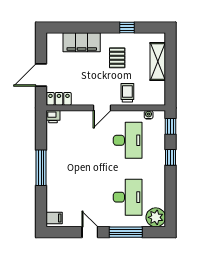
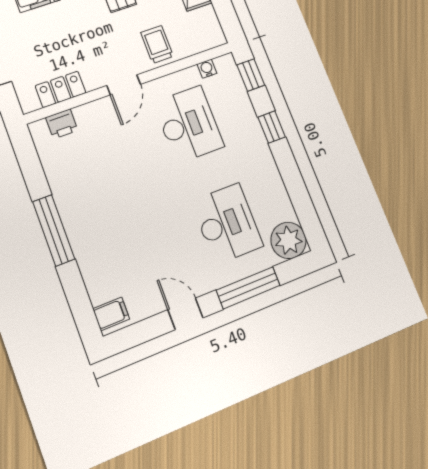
locker: (59, 99) -> (61, 89), moved
printer: (53, 117) -> (62, 124), moved

